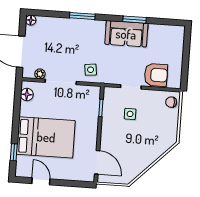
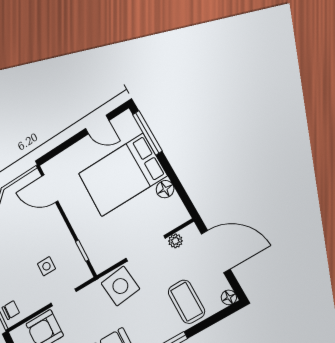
coffee table: (57, 34) -> (186, 302), added
side table: (91, 70) -> (120, 286), width x1.87, depth x1.87
floor lamp: (27, 95) -> (165, 189), moved
window: (14, 152) -> (147, 133), width x2.17

